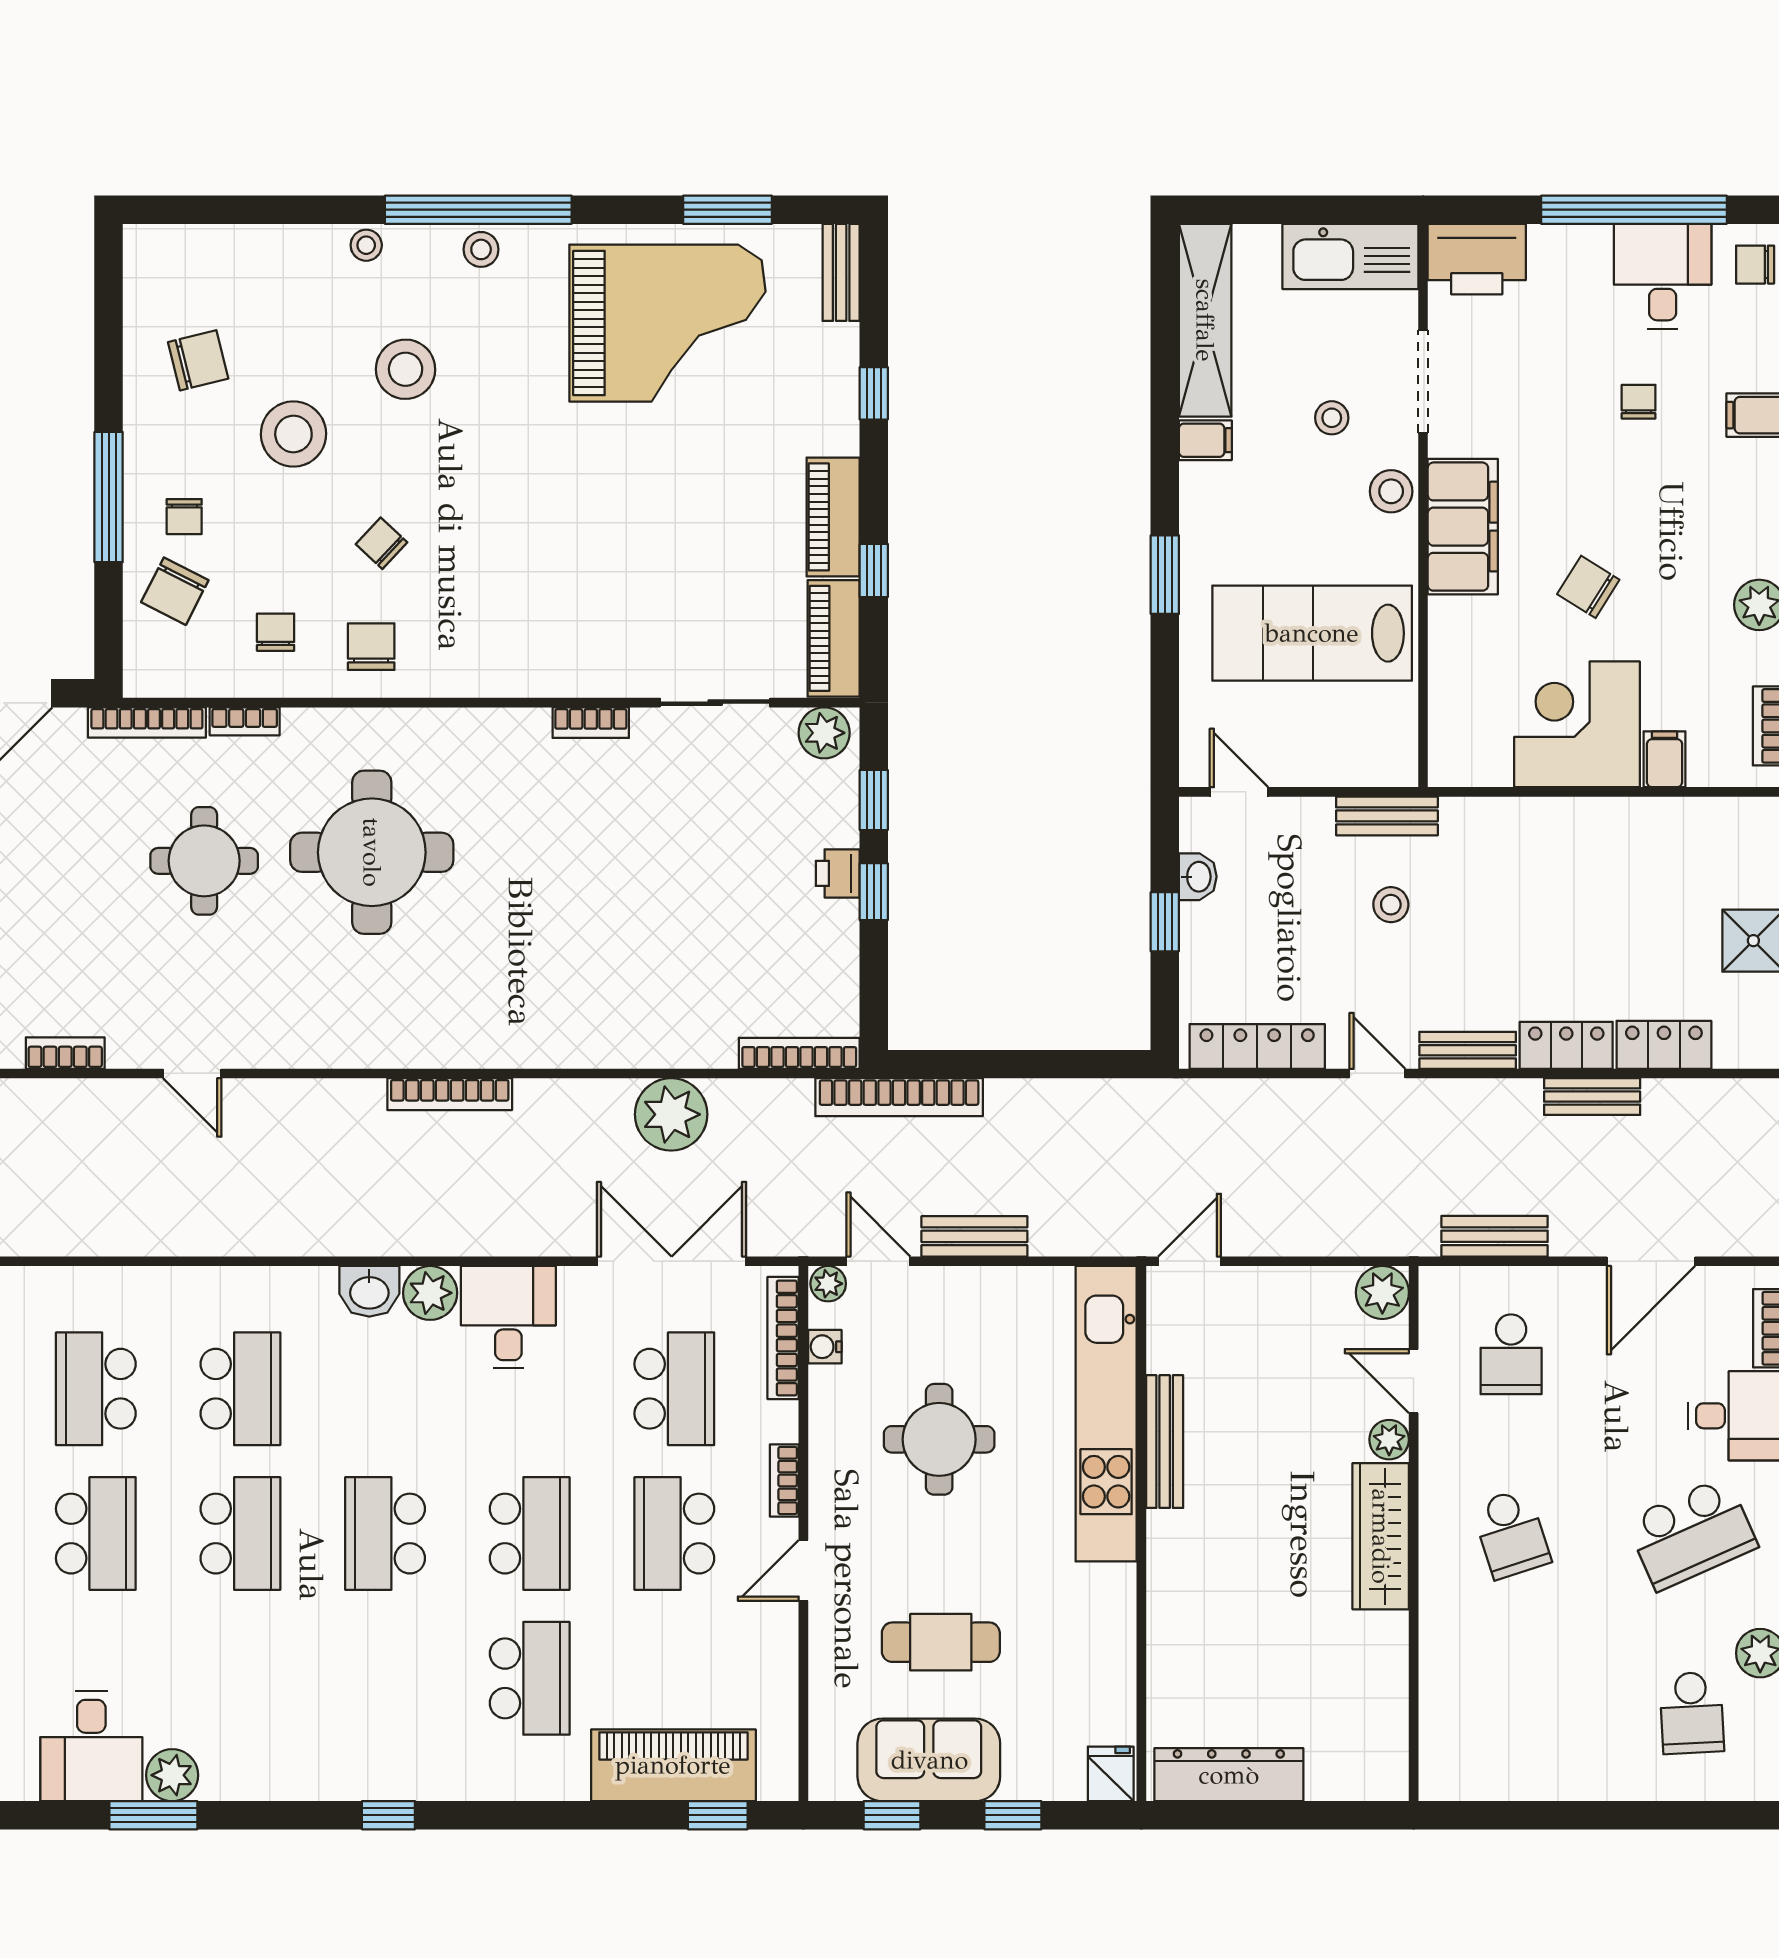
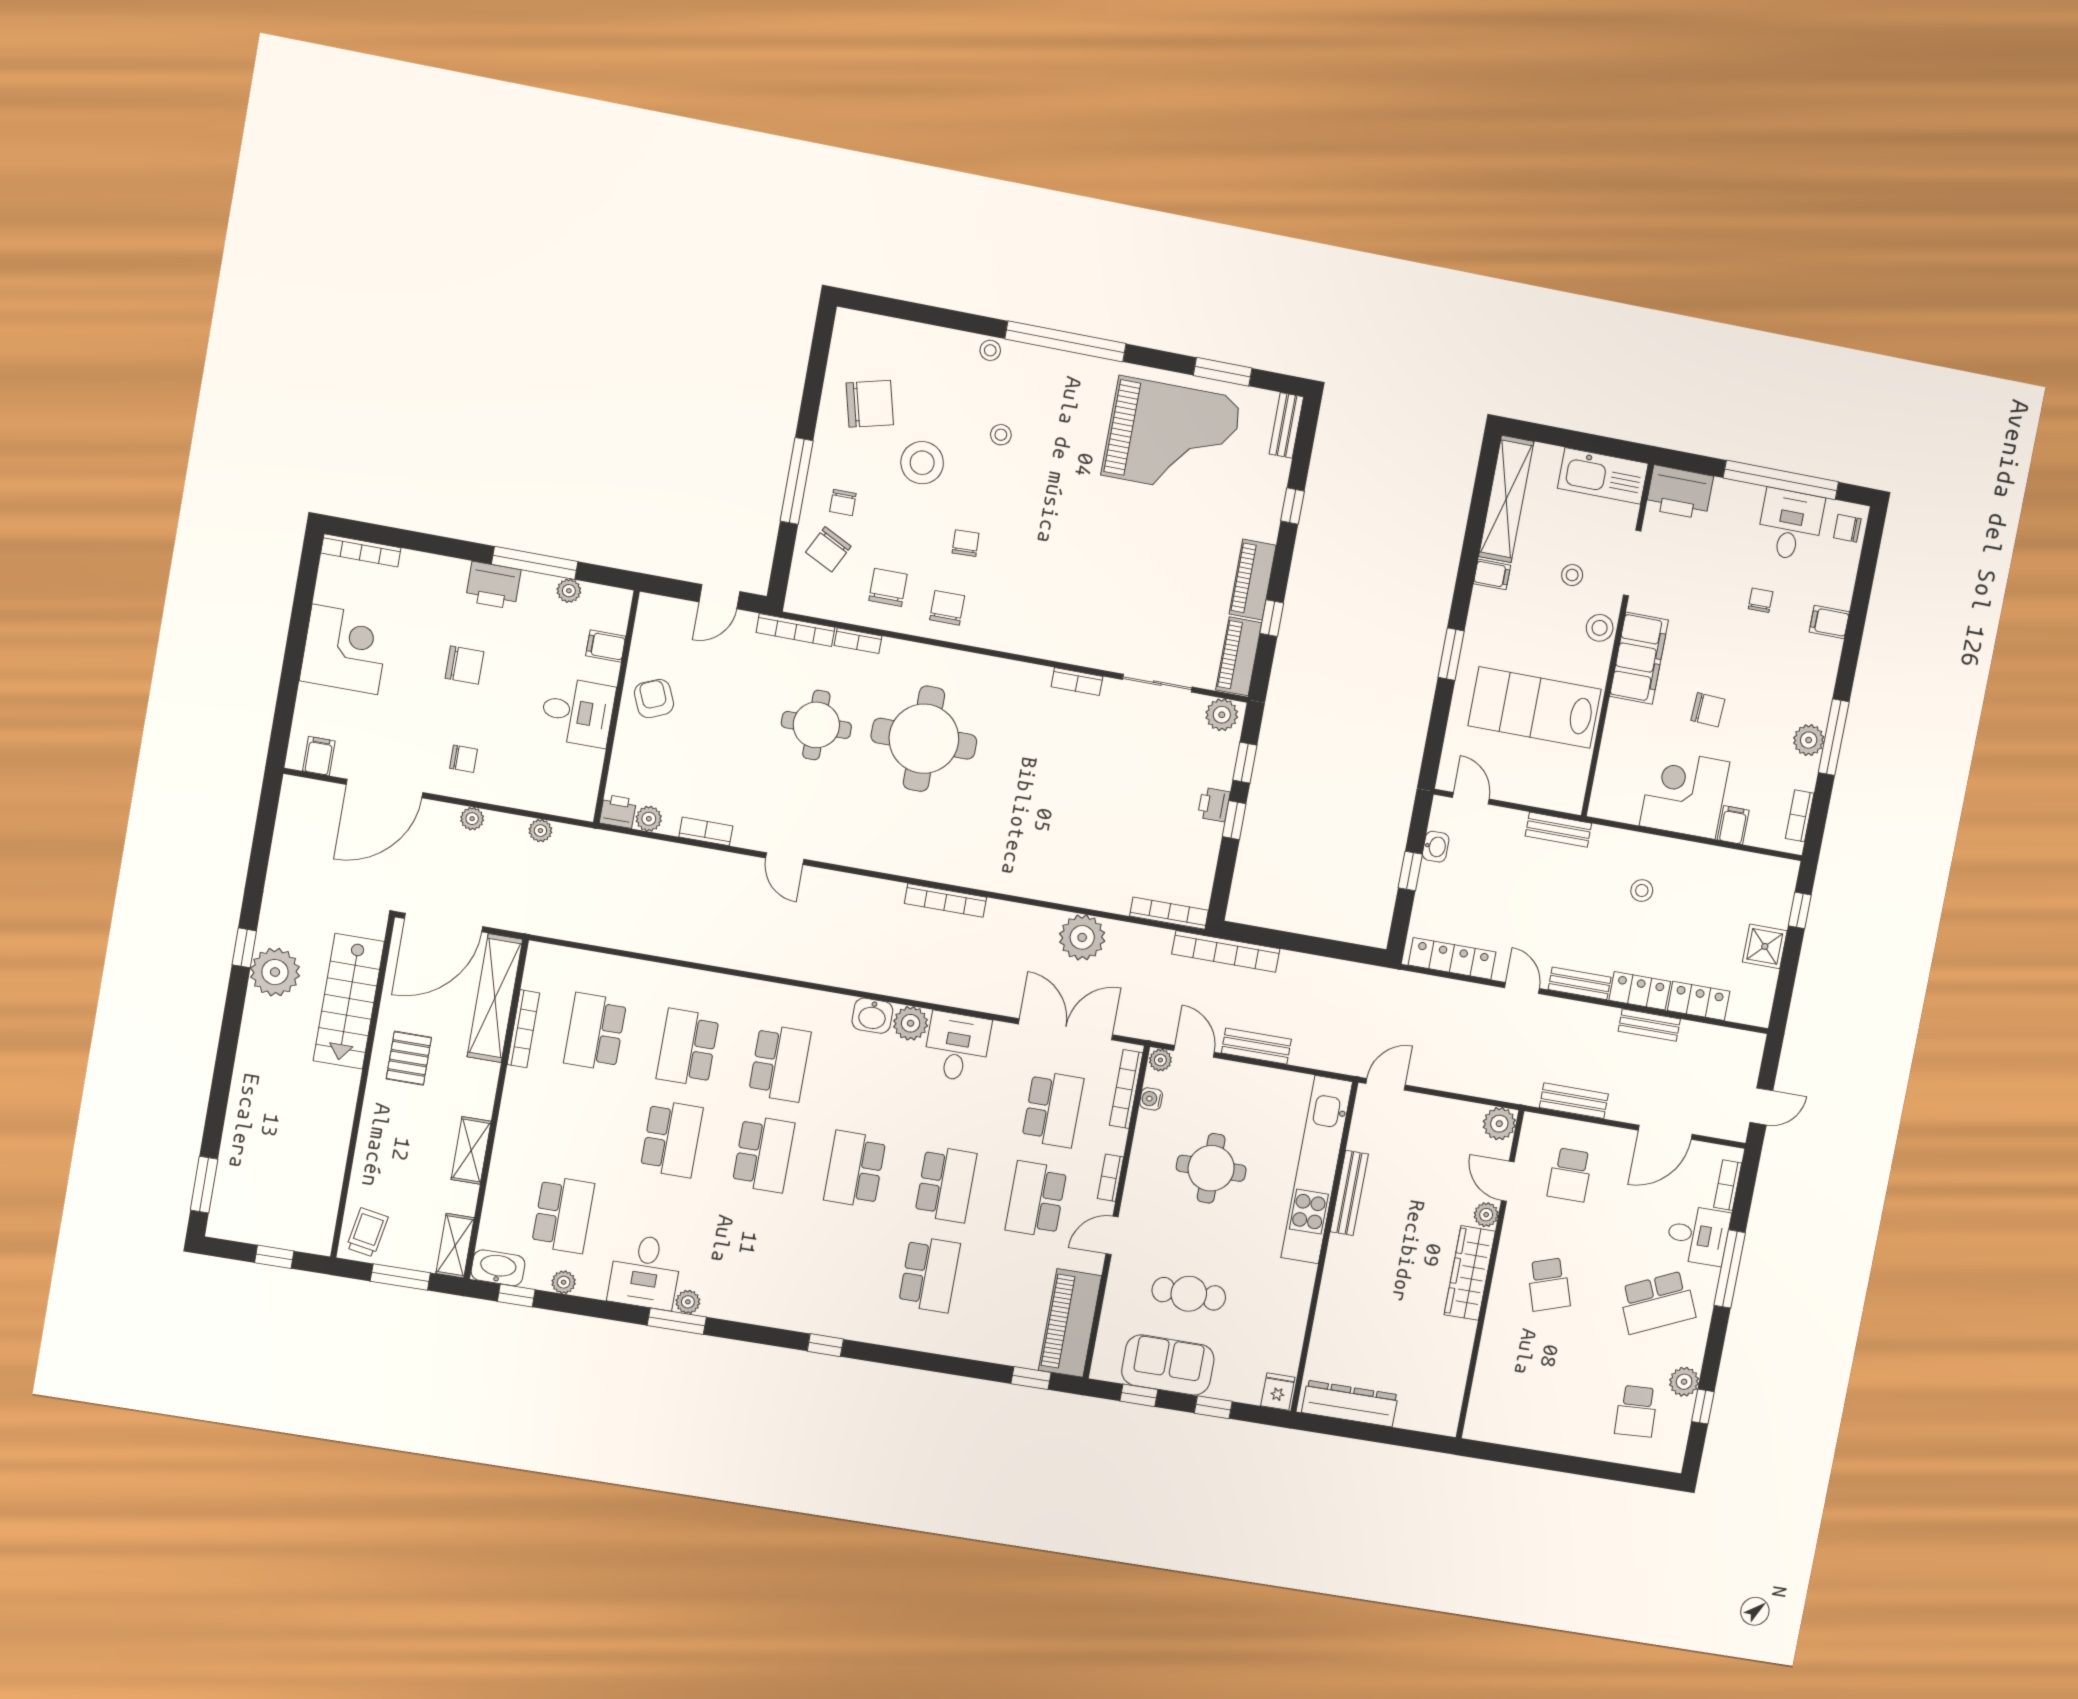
stool: (481, 249) -> (1063, 367), removed
chair: (198, 360) -> (870, 404), width x1.37, depth x1.37
stool: (406, 369) -> (1001, 435), width x0.53, depth x0.53
chair: (382, 543) -> (966, 543), turned 45
chair: (1588, 587) -> (1708, 710), turned 151
chair: (276, 632) -> (888, 587), width x1.37, depth x1.37
stool: (1391, 905) -> (1642, 890), moved
piano: (673, 1765) -> (1070, 1323), moved, turned -90
plant: (172, 1775) -> (688, 1302), width x0.73, depth x0.73

